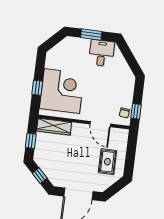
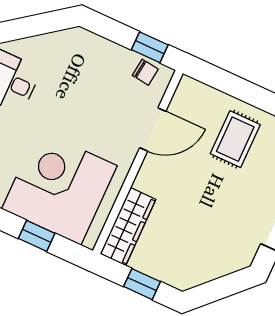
rug: (107, 162) -> (235, 139), turned 90
window: (40, 176) -> (220, 288), removed

